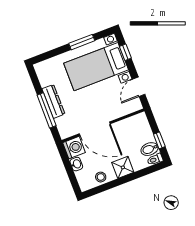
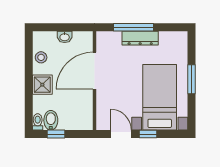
window: (82, 42) -> (191, 79), moved
window: (125, 52) -> (148, 134), moved
washing machine: (74, 148) -> (83, 41), removed

